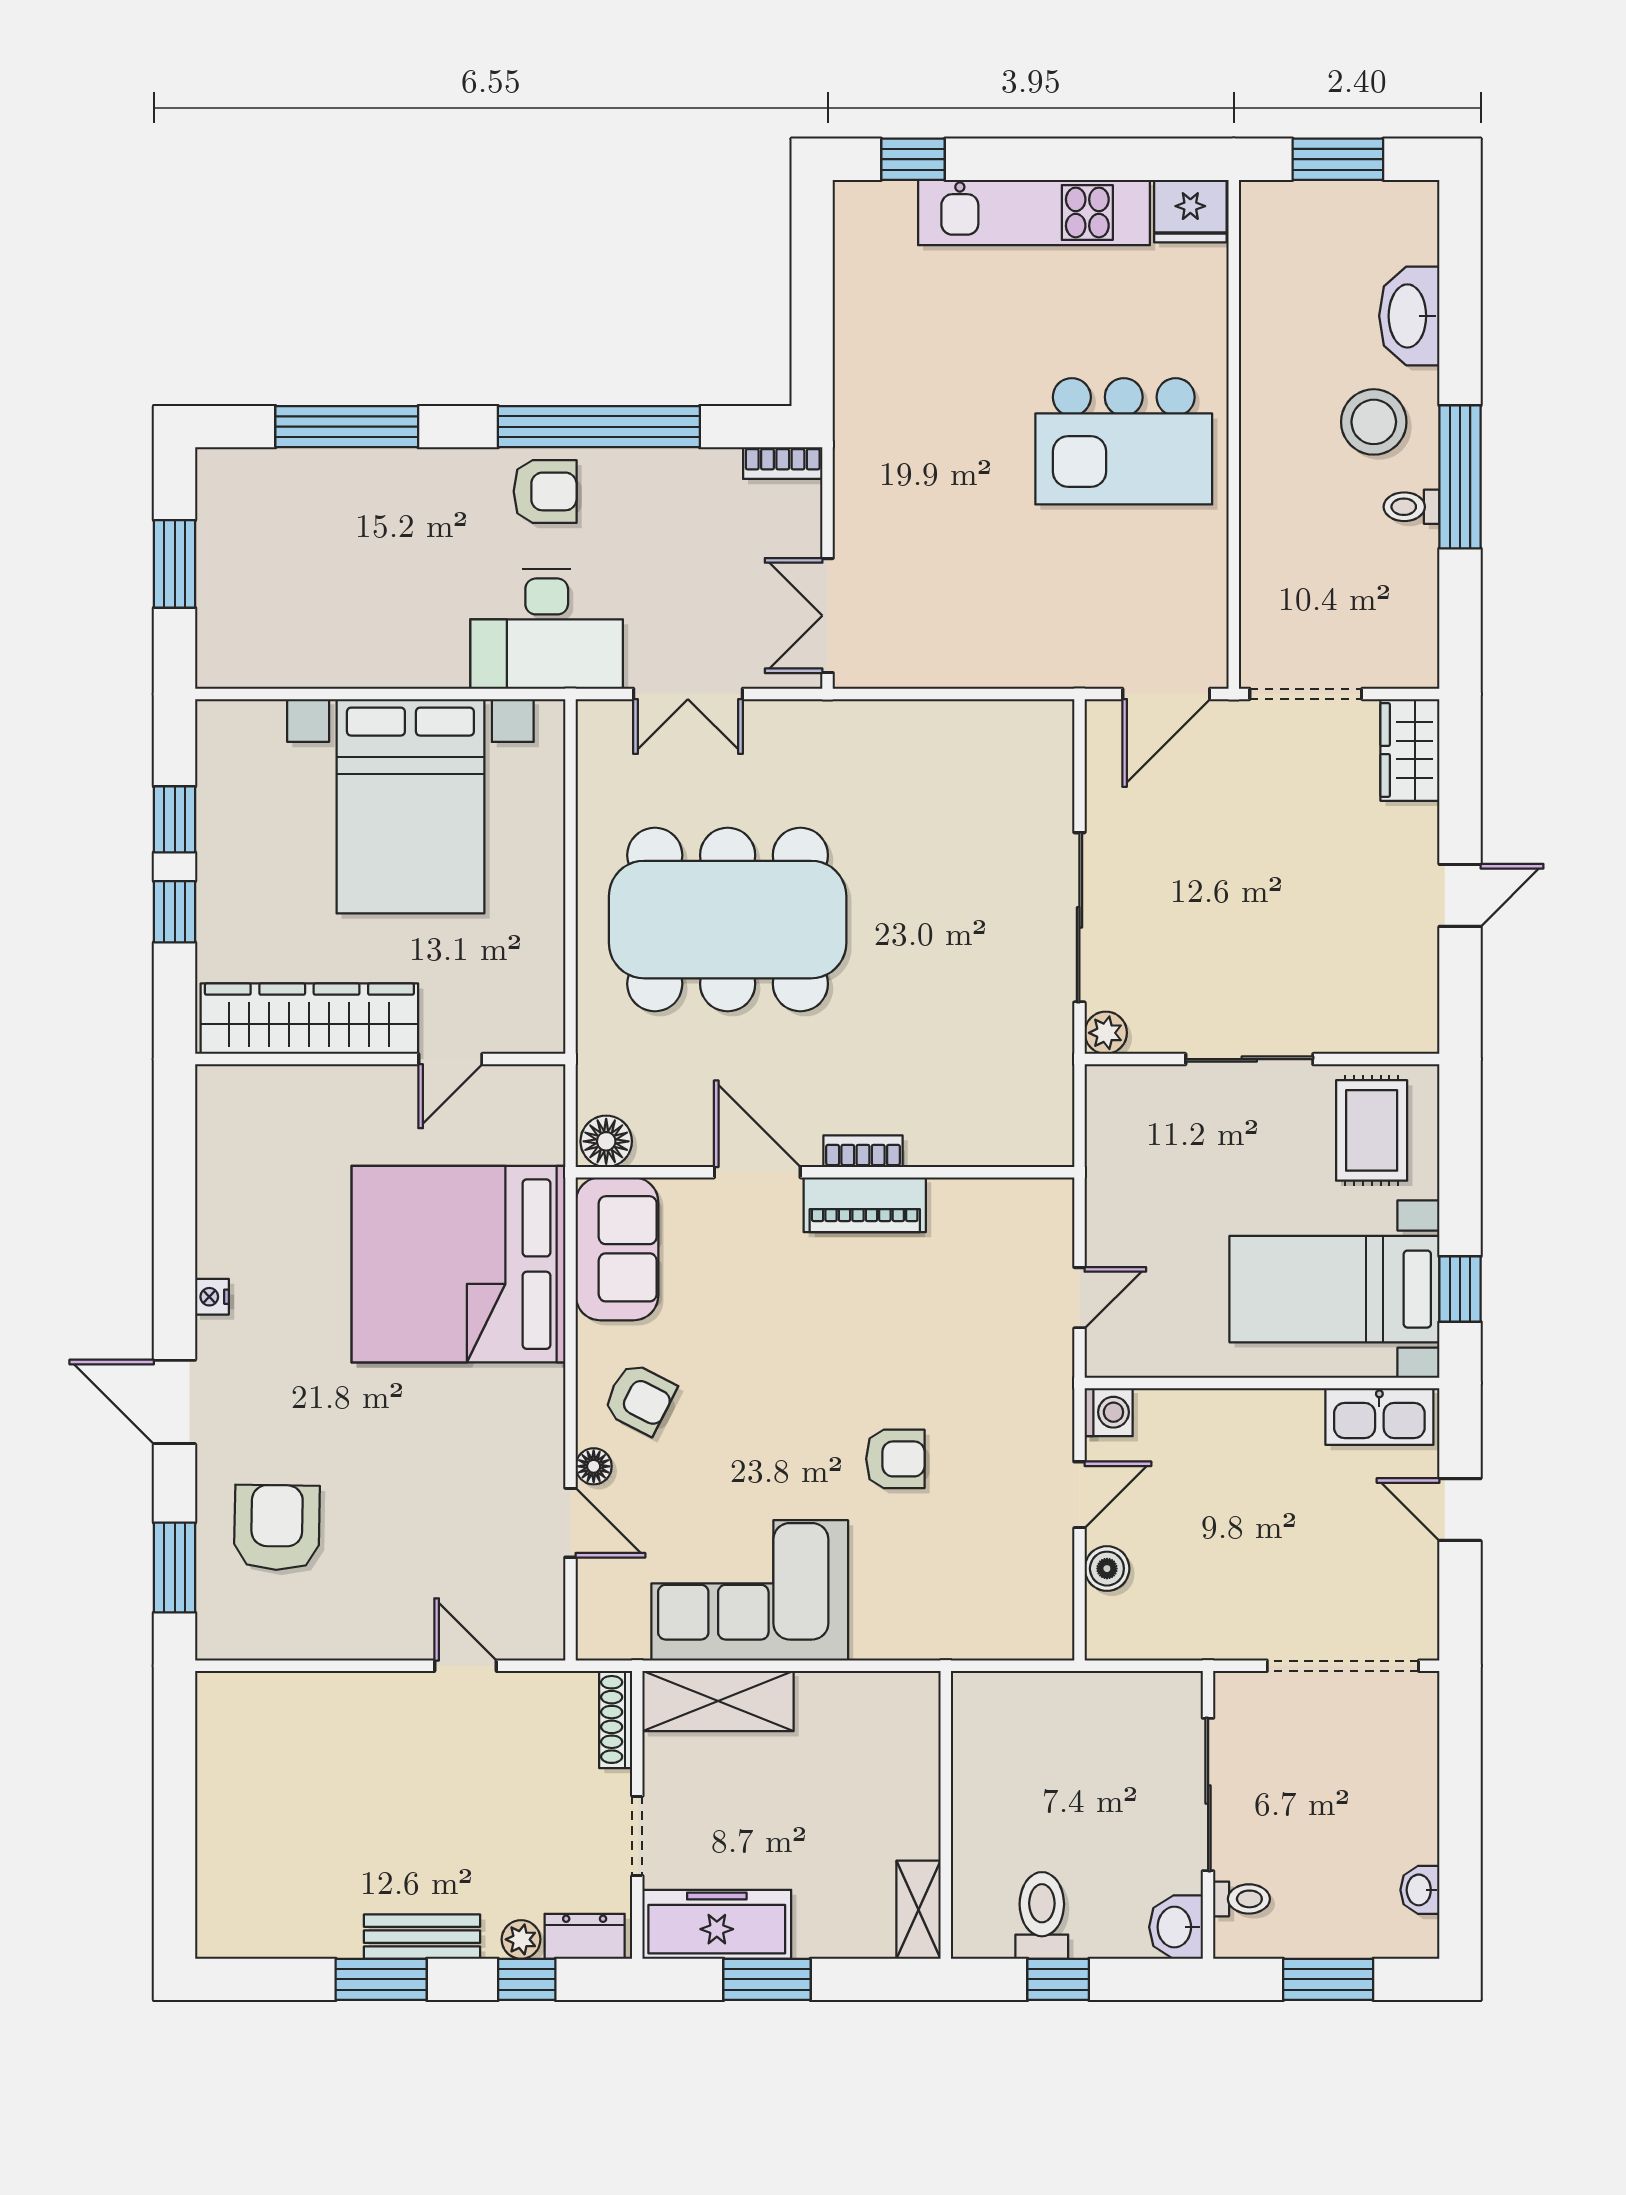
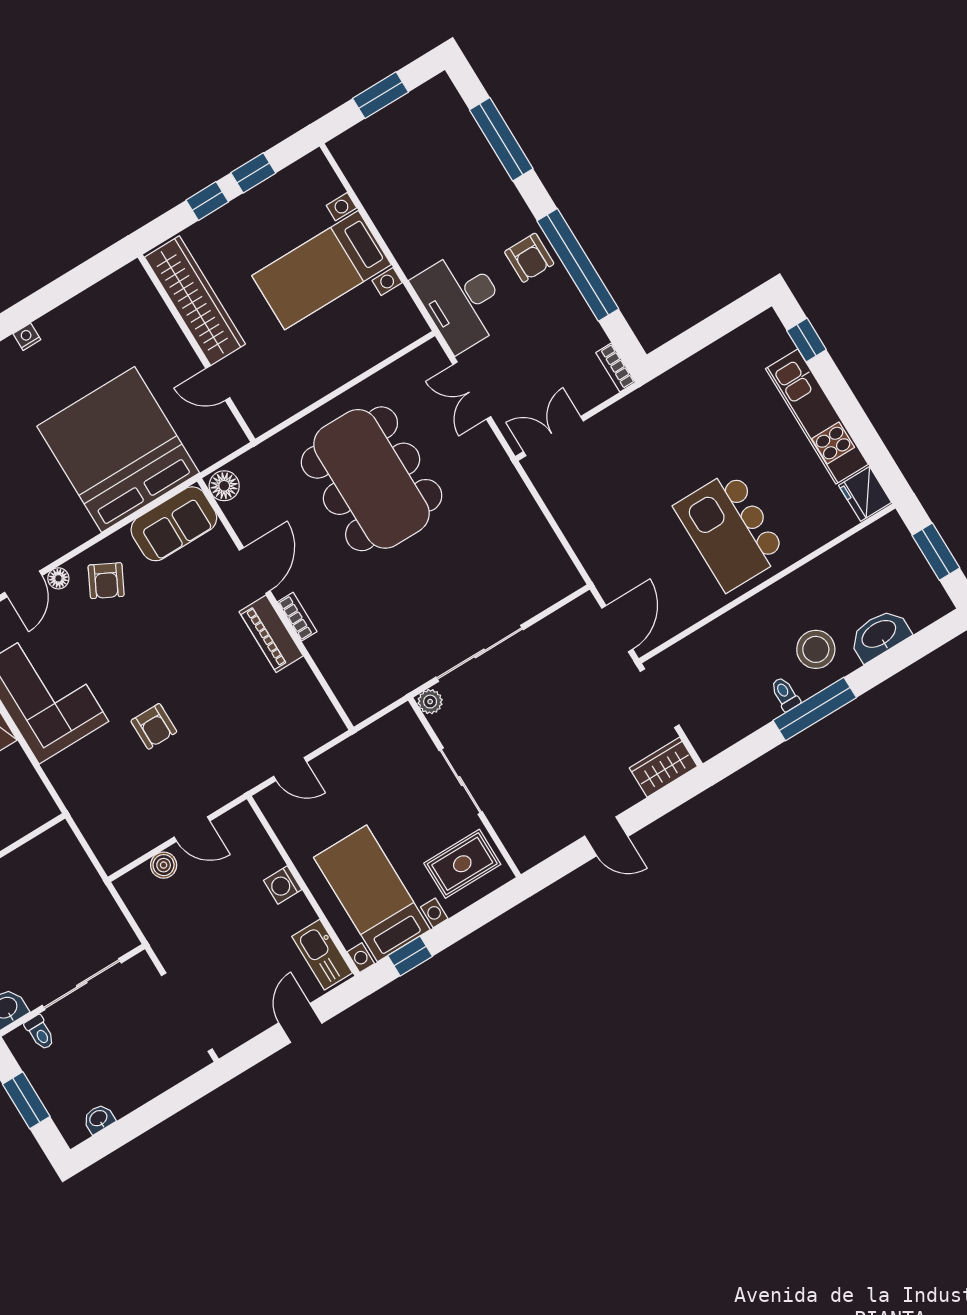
door: (1166, 694) -> (617, 629), swing flipped
bed with nightstands: (410, 806) -> (322, 270), width x0.73
washing machine: (1109, 1412) -> (283, 885), moved, turned 90

